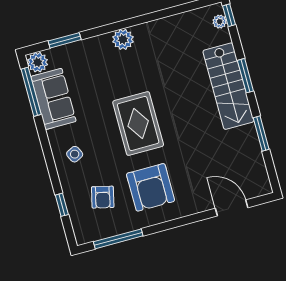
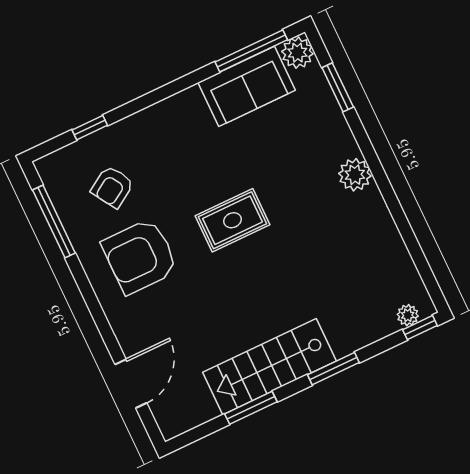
stairs: (228, 86) -> (269, 367), moved
rug: (138, 124) -> (233, 220), width x0.73, depth x0.70
side table: (75, 154) -> (169, 133), removed
armchair: (103, 197) -> (112, 187), turned -45

